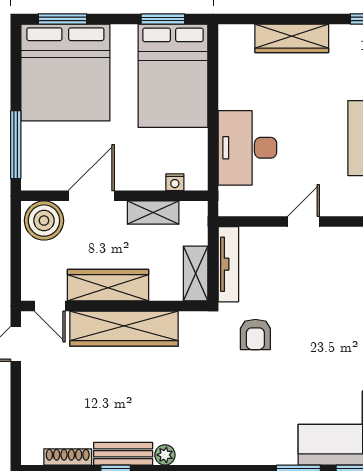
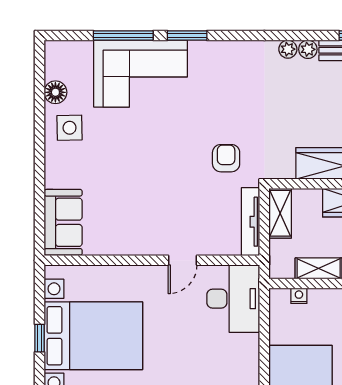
desk: (247, 148) -> (233, 299), moved
plant: (187, 455) -> (288, 49), added

